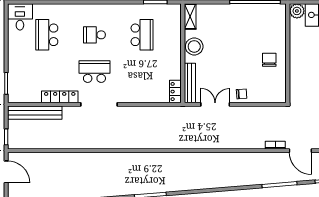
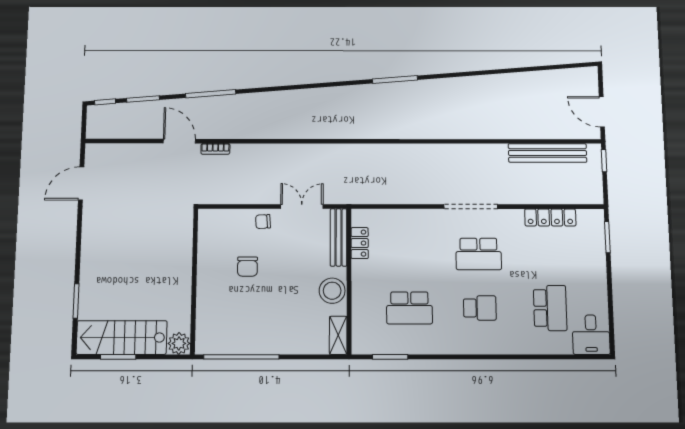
school desk: (142, 35) -> (409, 308), turned -90
chair: (269, 60) -> (247, 267), moved
locker: (175, 92) -> (360, 243), moved
locker: (60, 97) -> (550, 217), moved
double door: (215, 104) -> (302, 206), swing flipped
bench: (35, 113) -> (547, 153), moved

